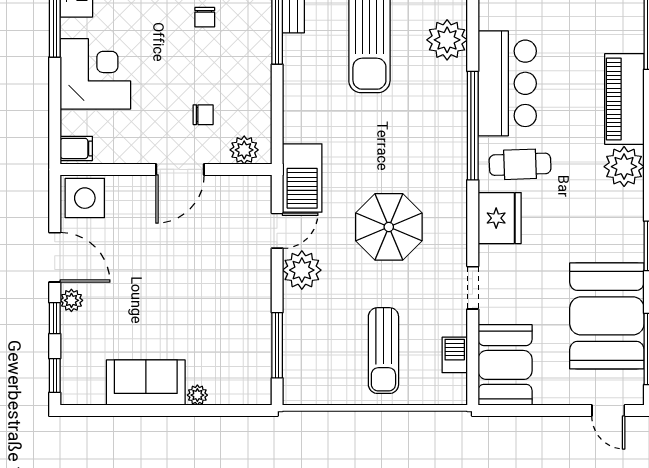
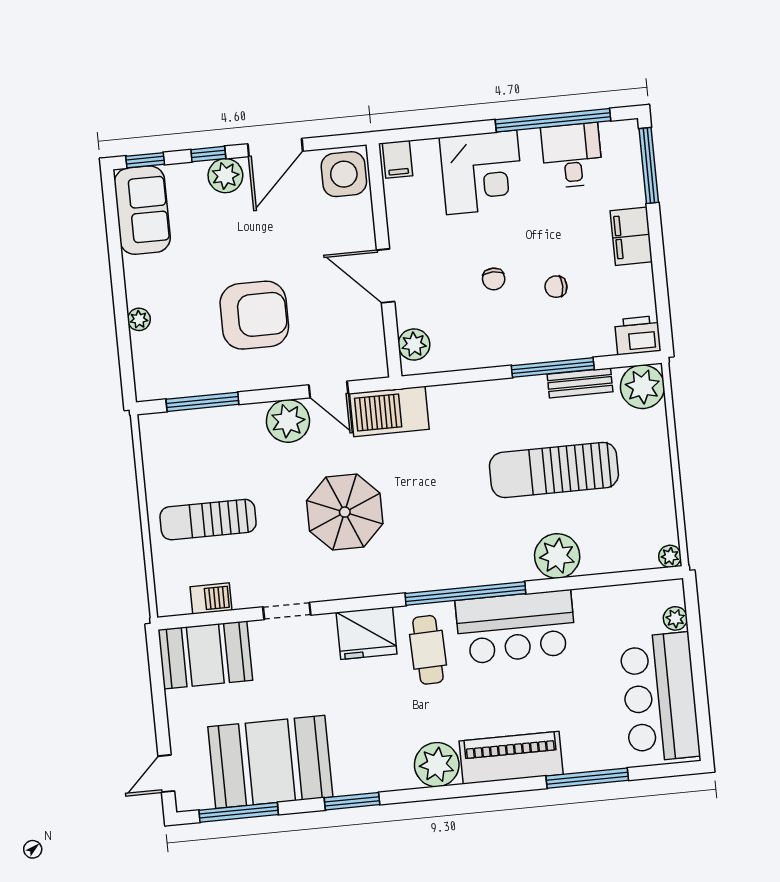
chair: (203, 115) -> (494, 279), moved
armchair: (204, 291) -> (254, 315), added
plant: (71, 300) -> (225, 176), width x1.38, depth x1.38
sofa: (146, 382) -> (142, 210), moved

